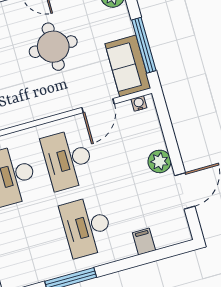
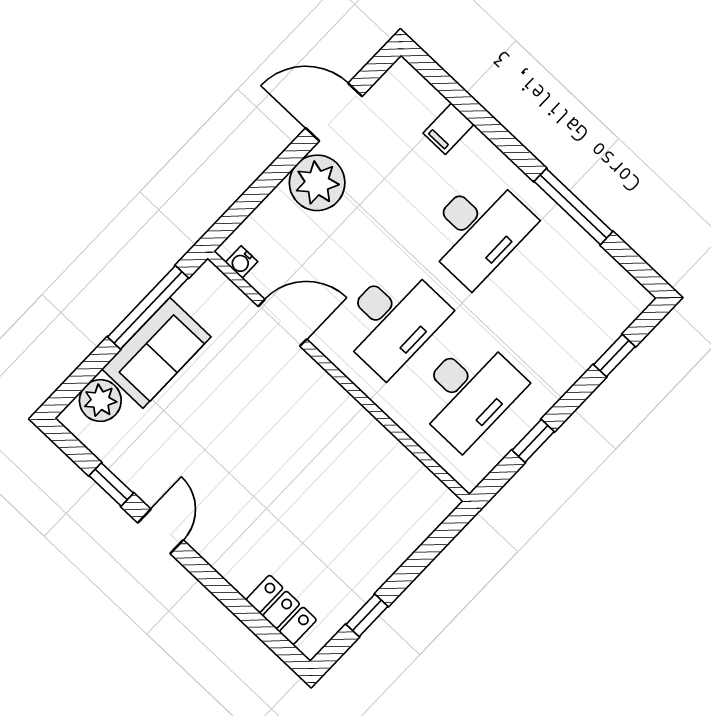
round table: (53, 47) -> (233, 445), removed
sofa: (128, 66) -> (156, 353), moved
plant: (159, 161) -> (317, 183), width x1.36, depth x1.36

